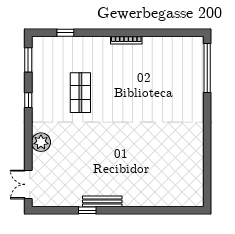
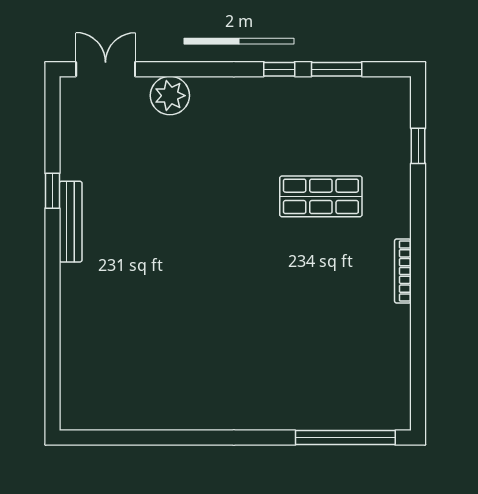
window: (28, 60) -> (337, 69), moved
shop shelf: (80, 93) -> (321, 196), moved
plant: (41, 142) -> (170, 96), moved

